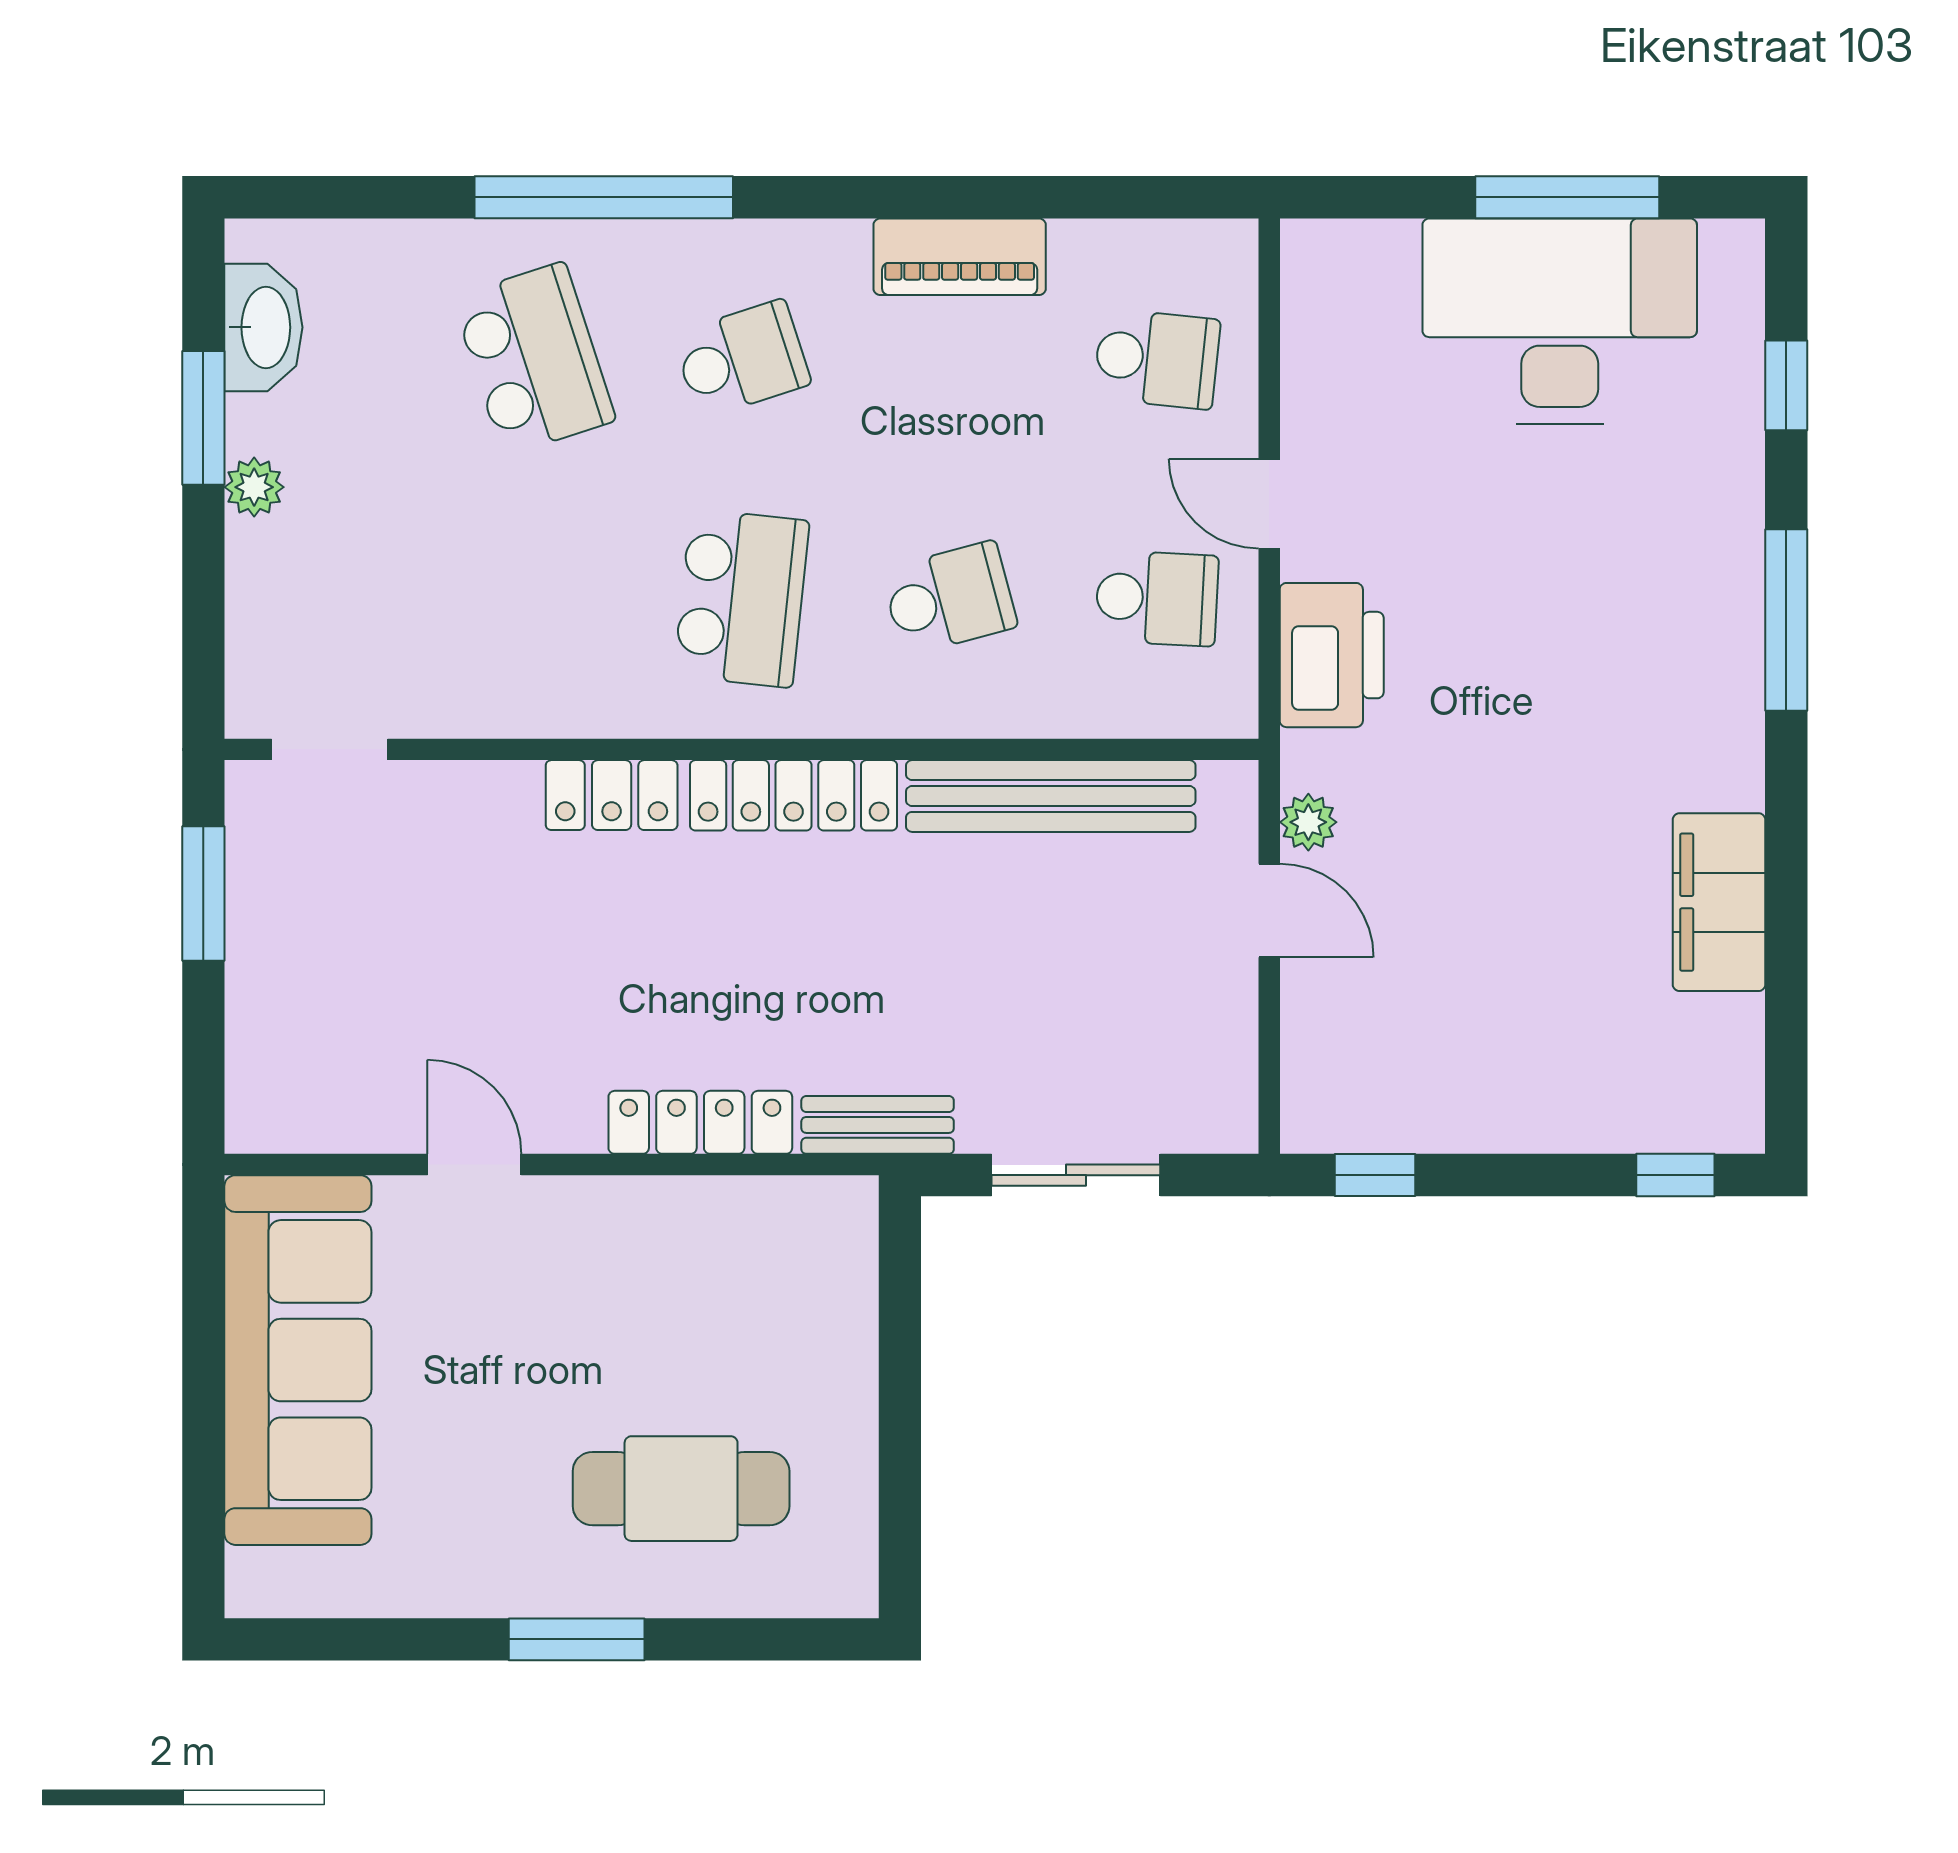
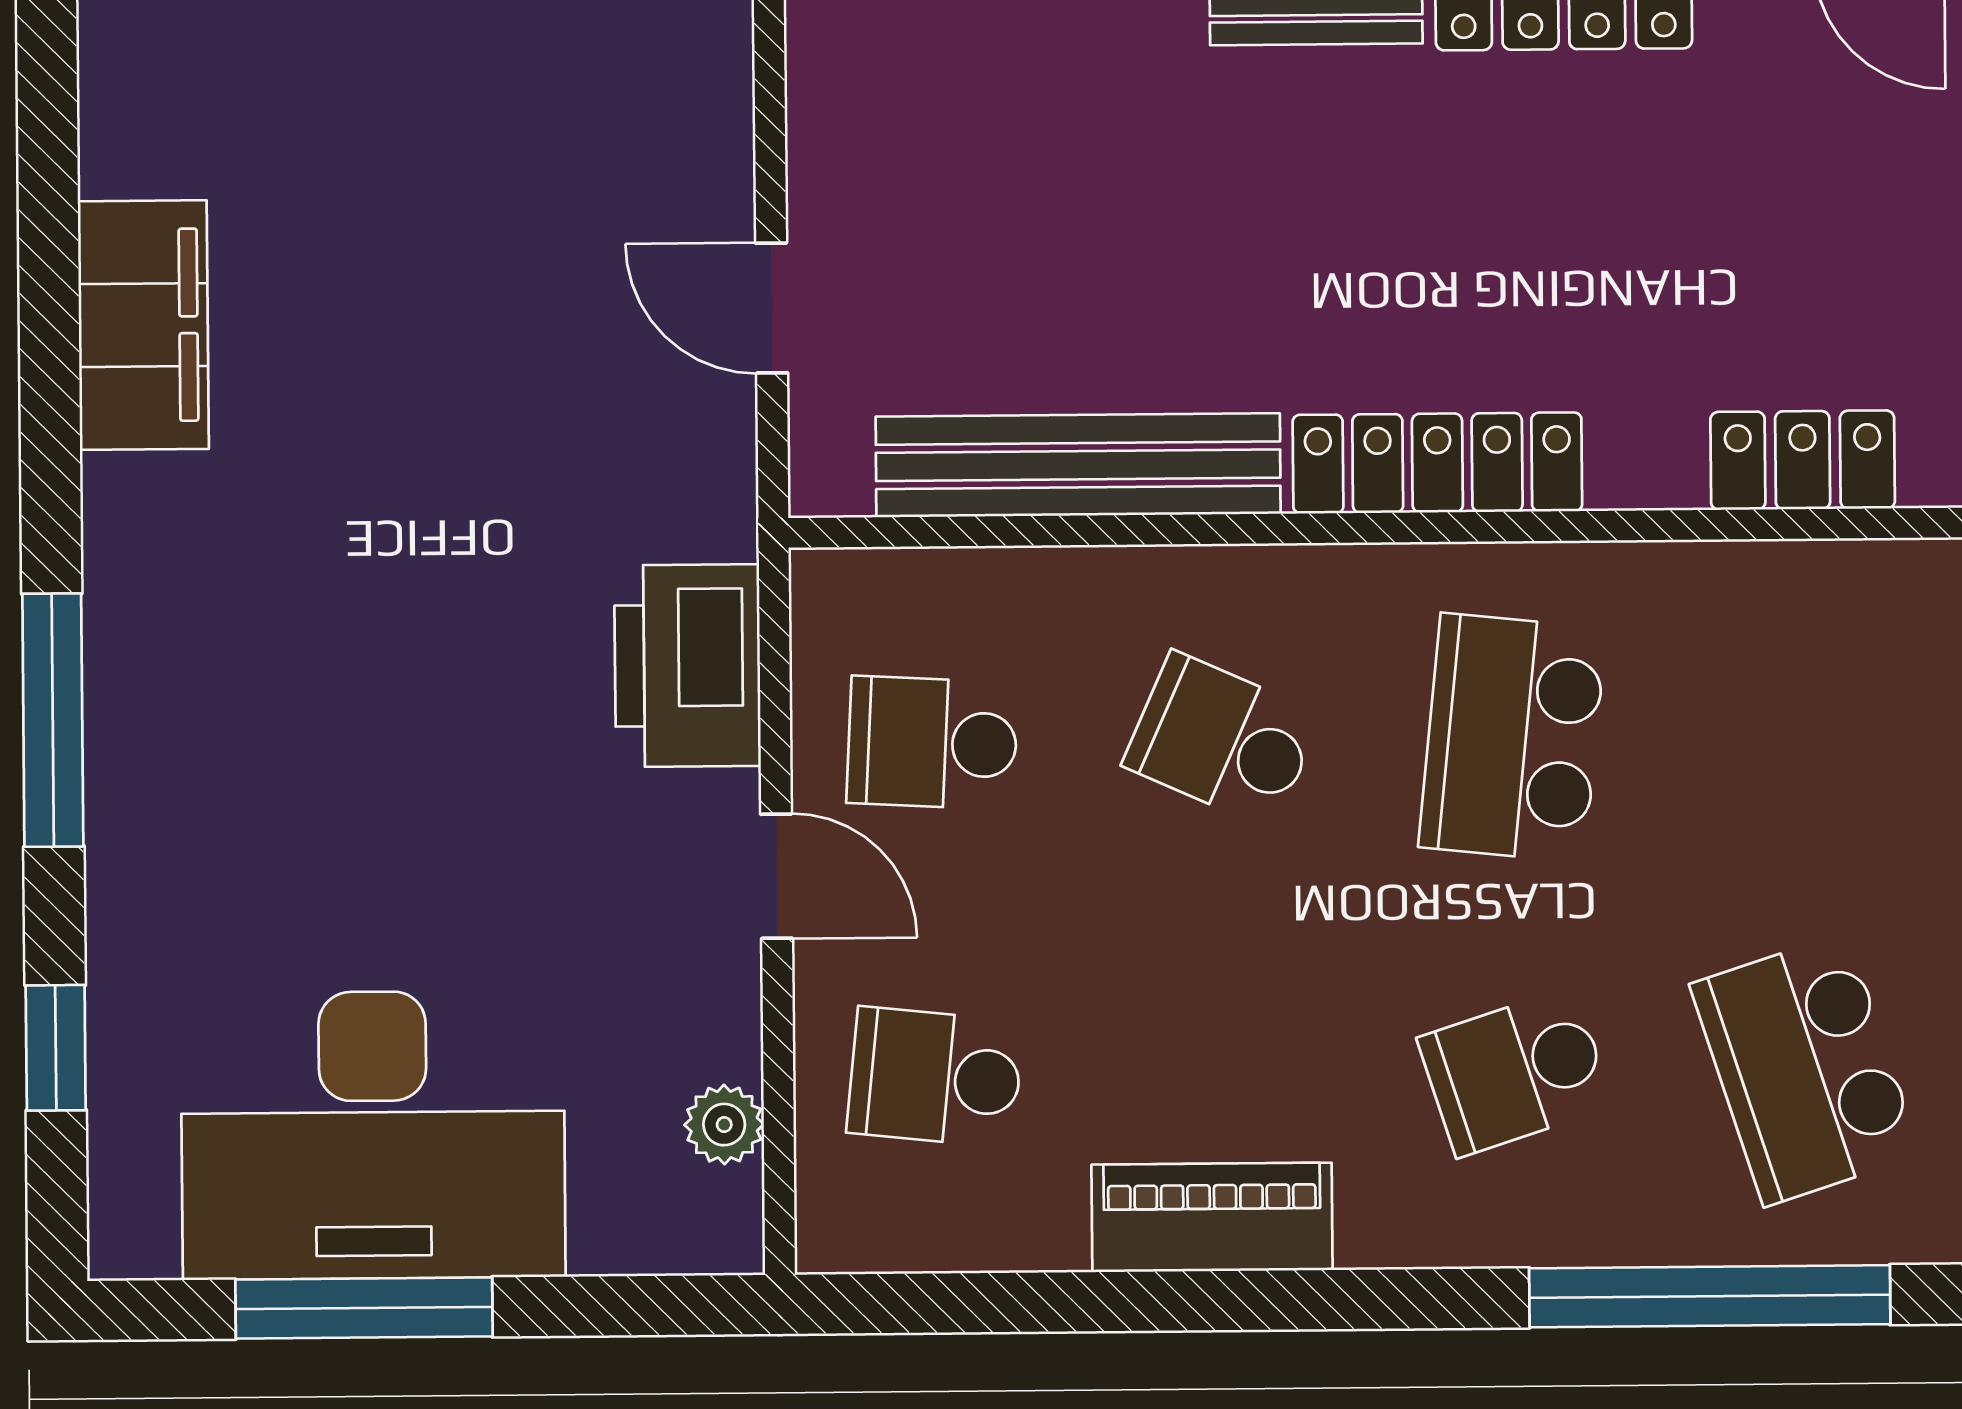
school desk: (949, 598) -> (1222, 740), turned 39
locker: (612, 795) -> (1803, 460), moved
plant: (1308, 822) -> (724, 1125), moved

